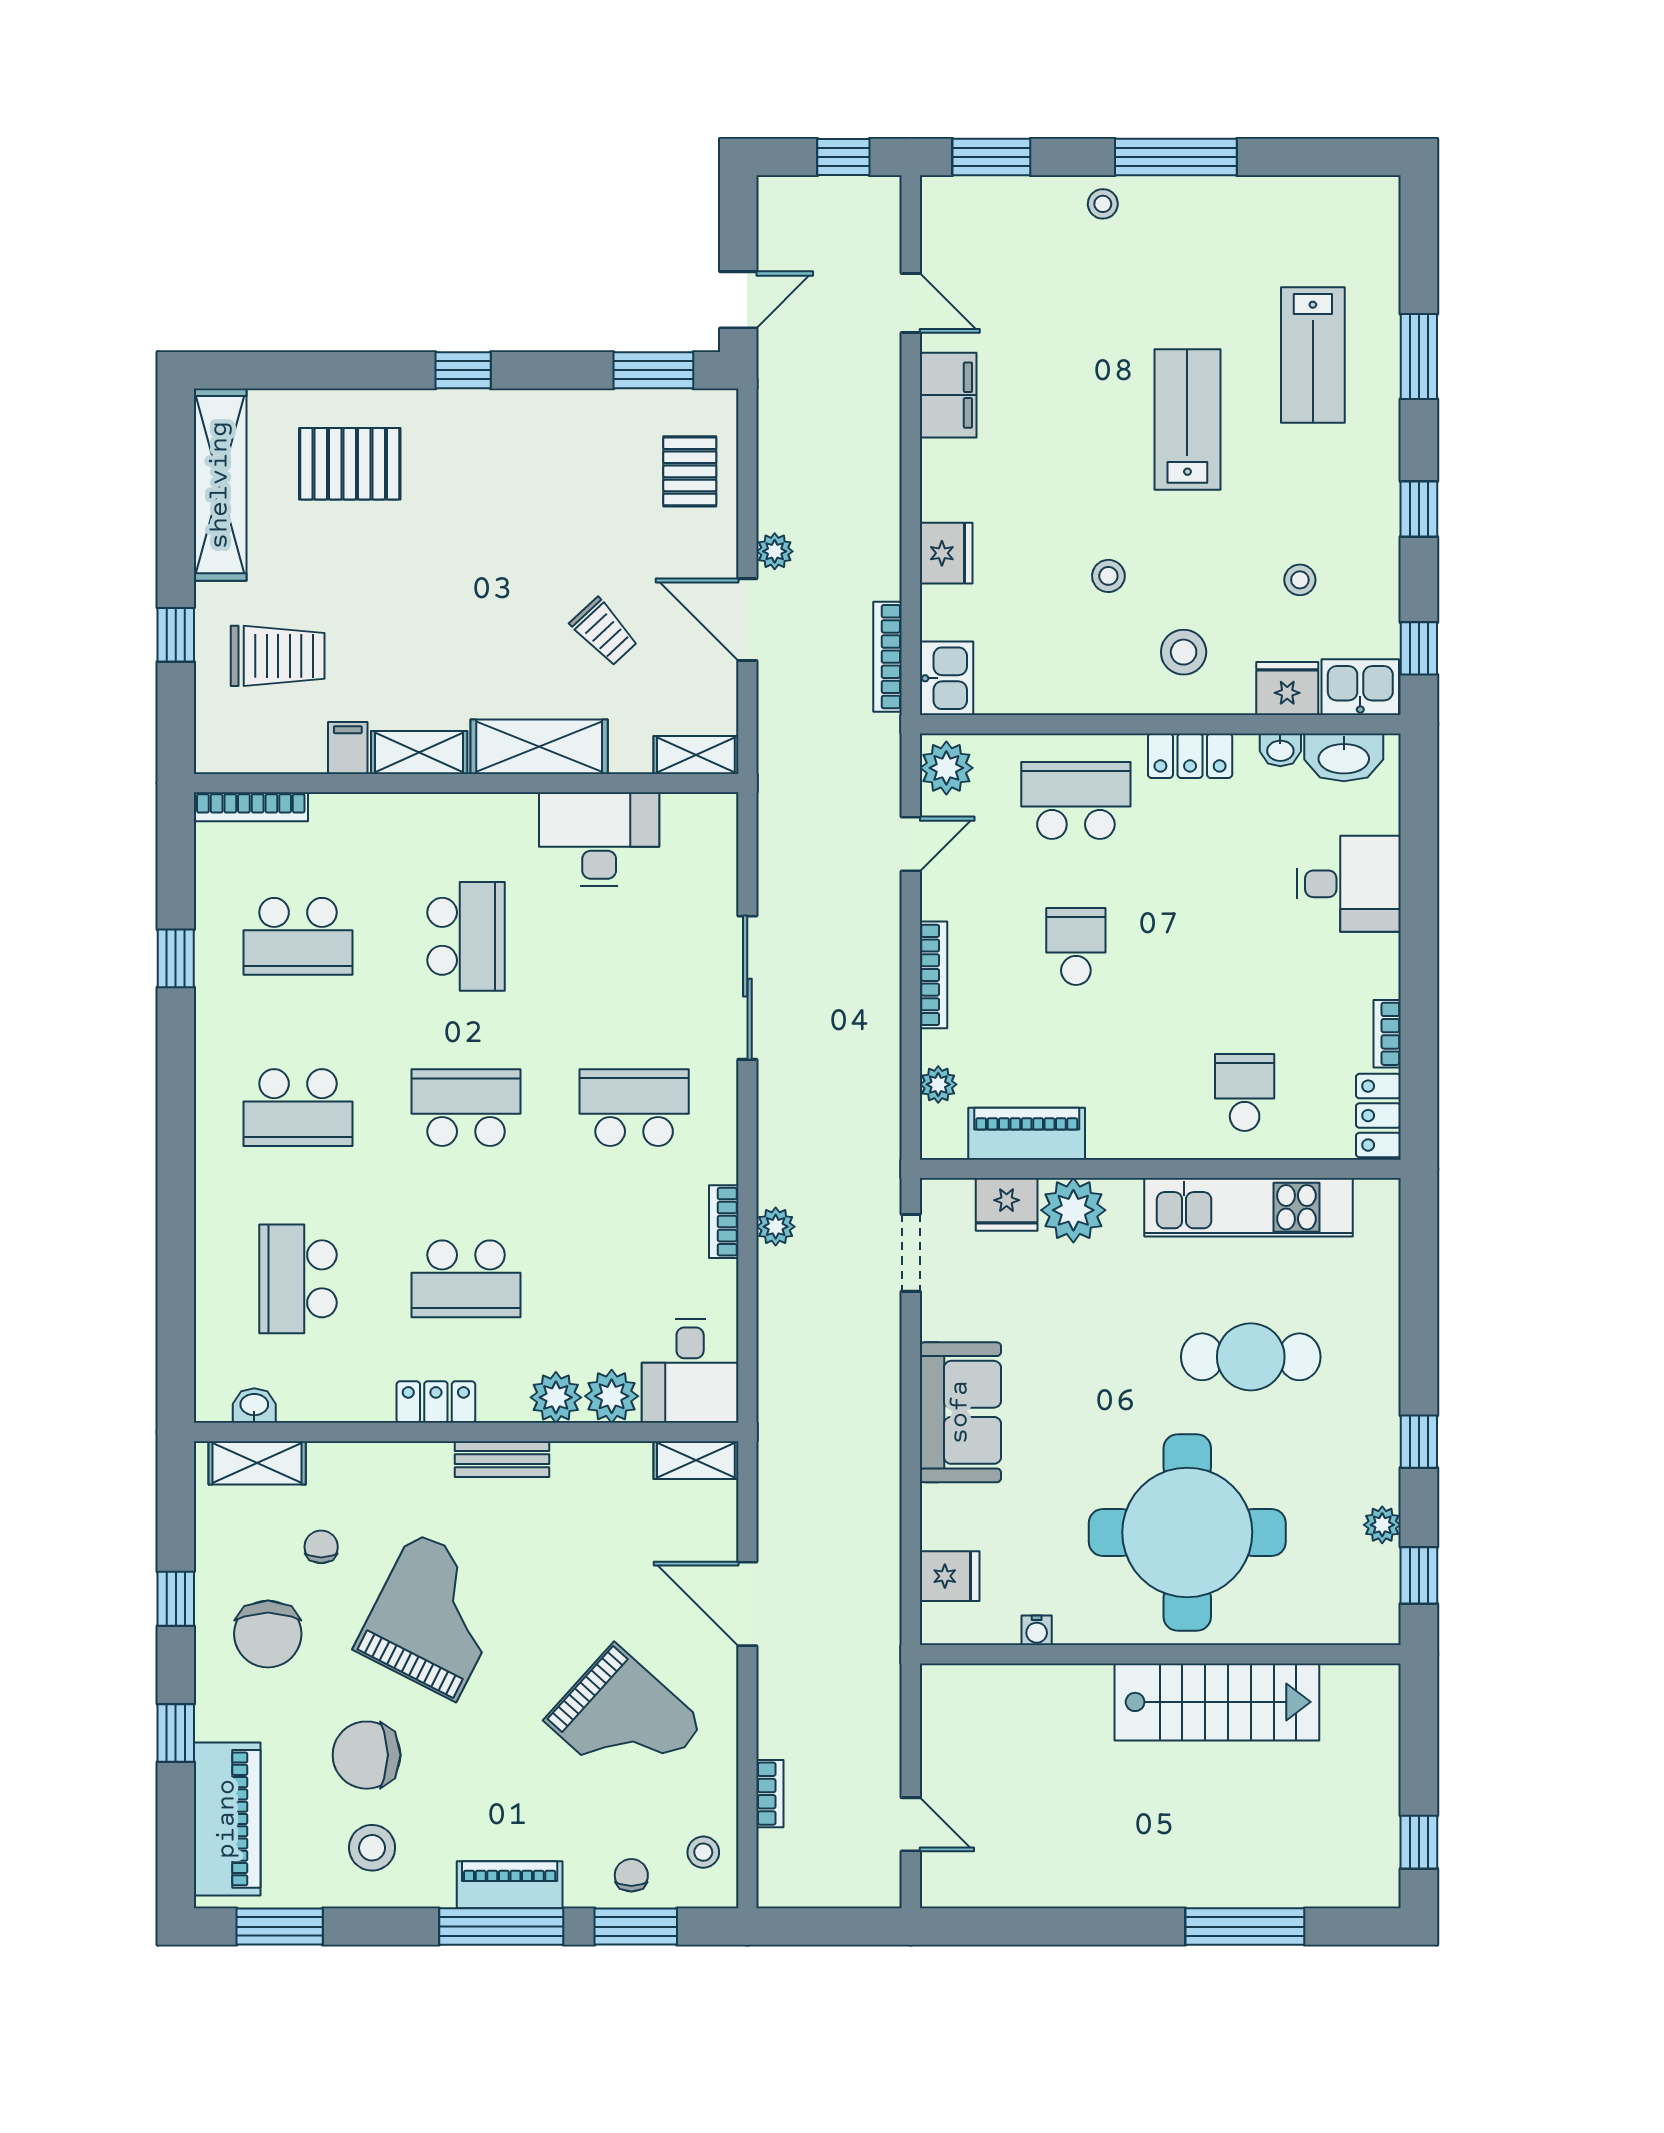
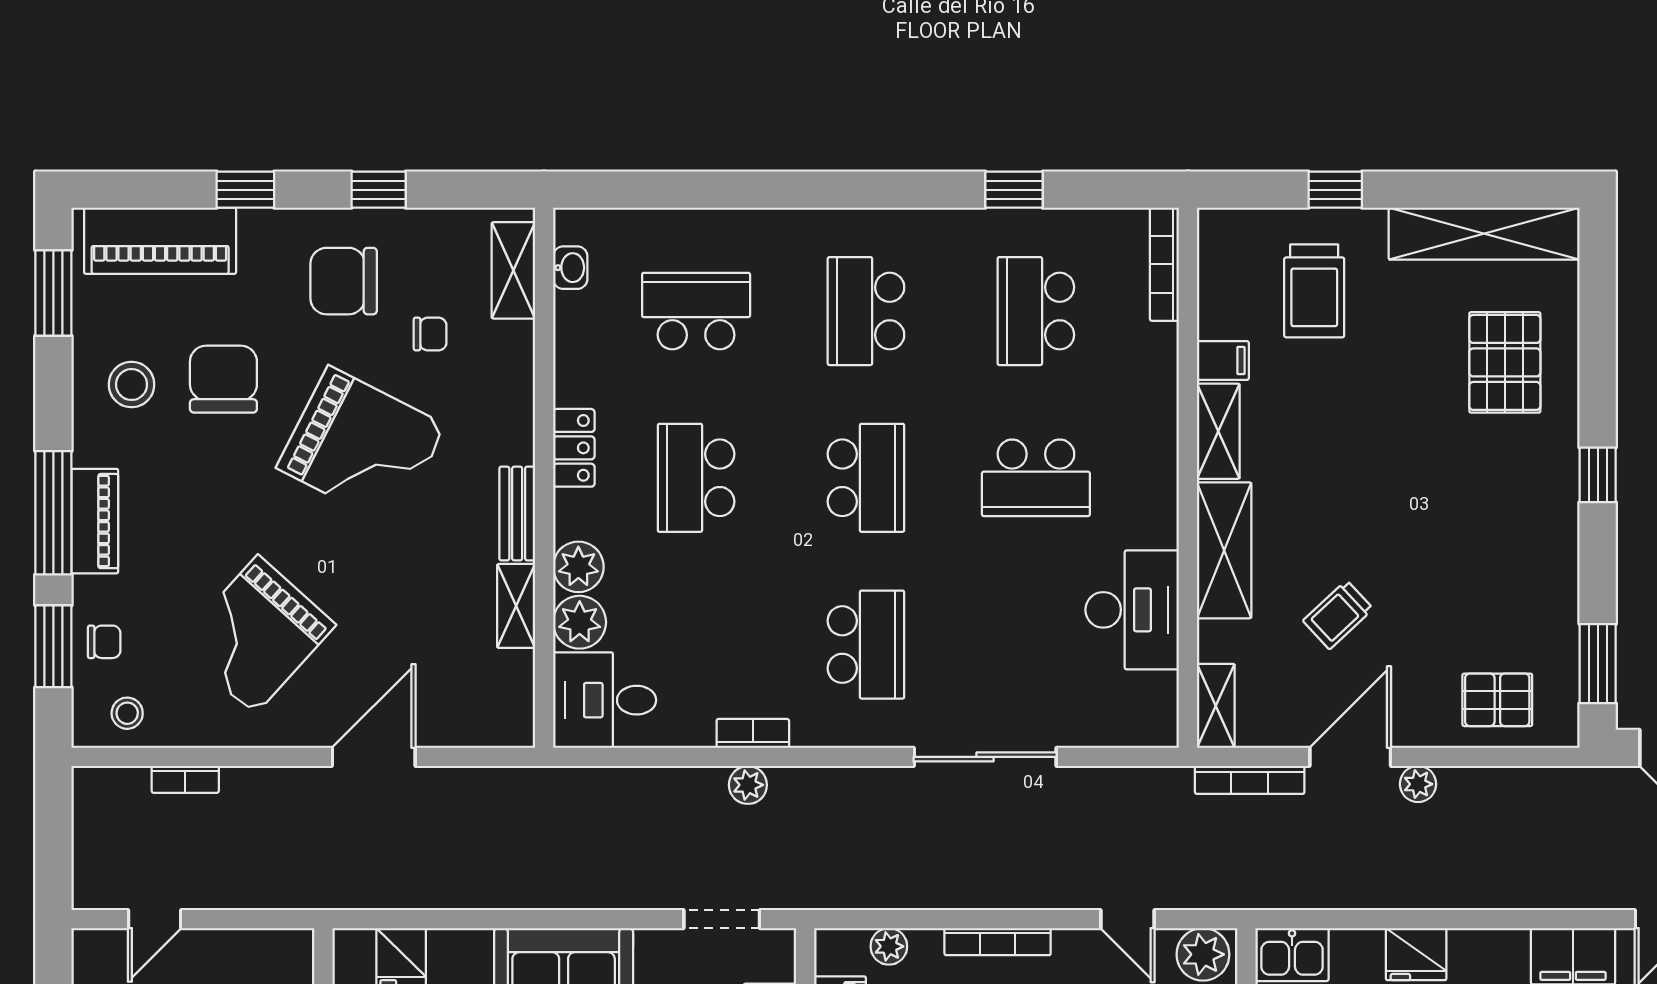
bookcase: (888, 657) -> (1250, 780), moved, turned 180
shelving: (696, 1460) -> (516, 606), moved

